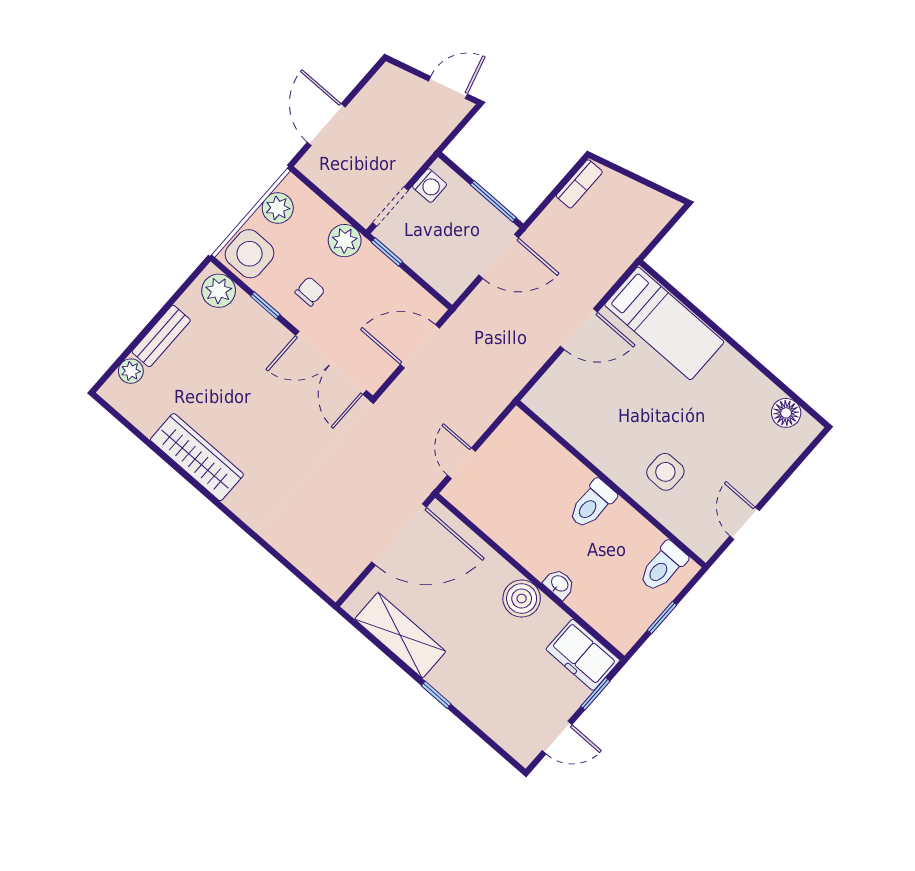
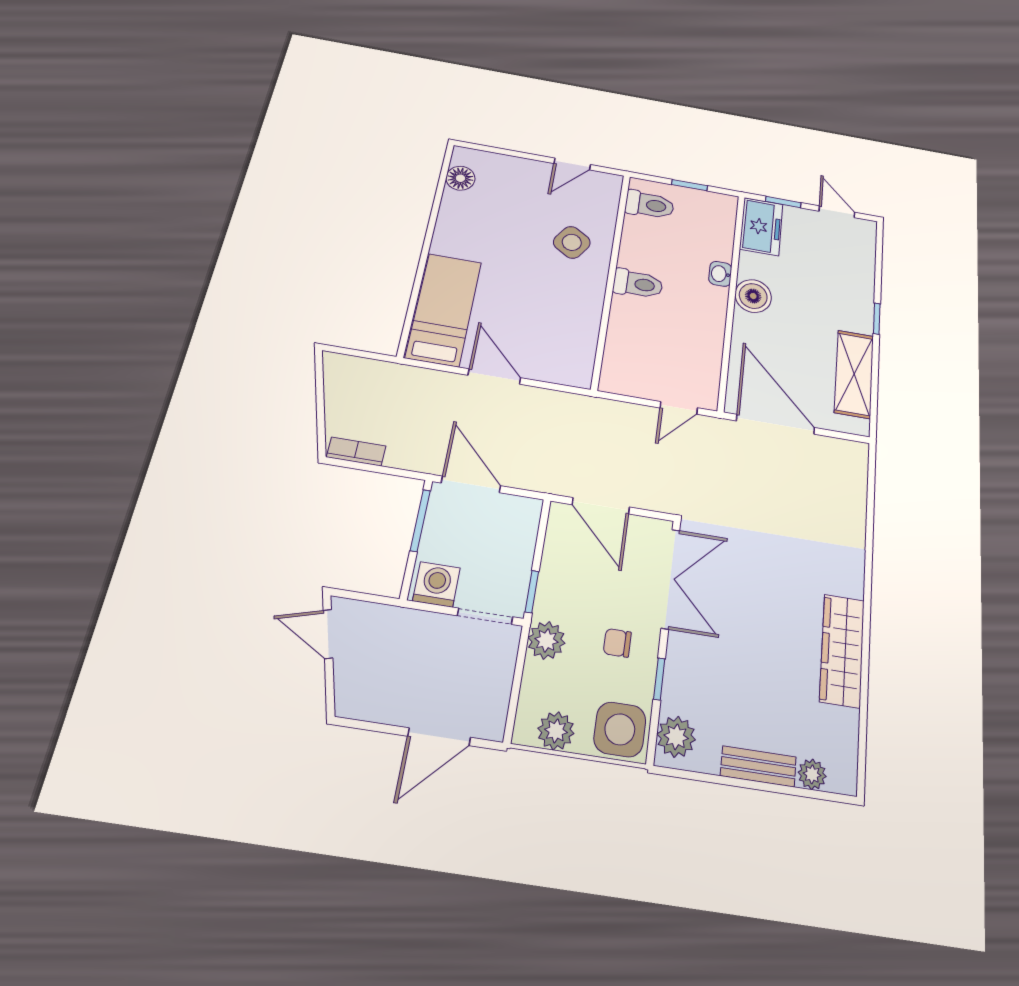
washing machine: (430, 186) -> (436, 584), width x1.38, depth x1.38
side table: (665, 472) -> (572, 242), turned 33

